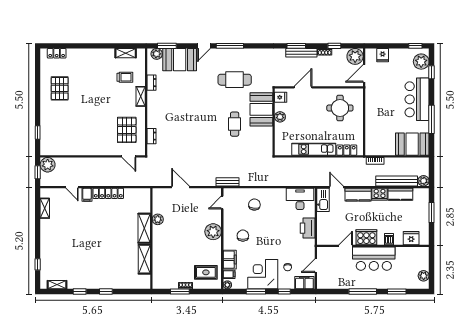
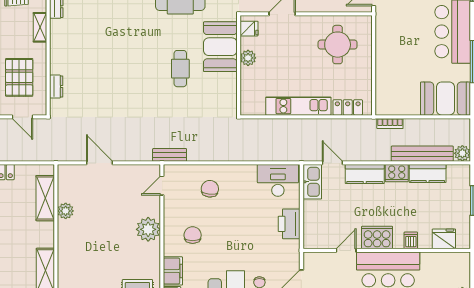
shelving: (144, 228) -> (45, 198), moved

